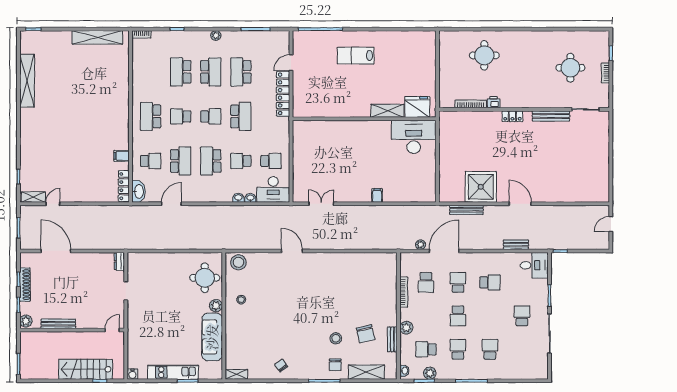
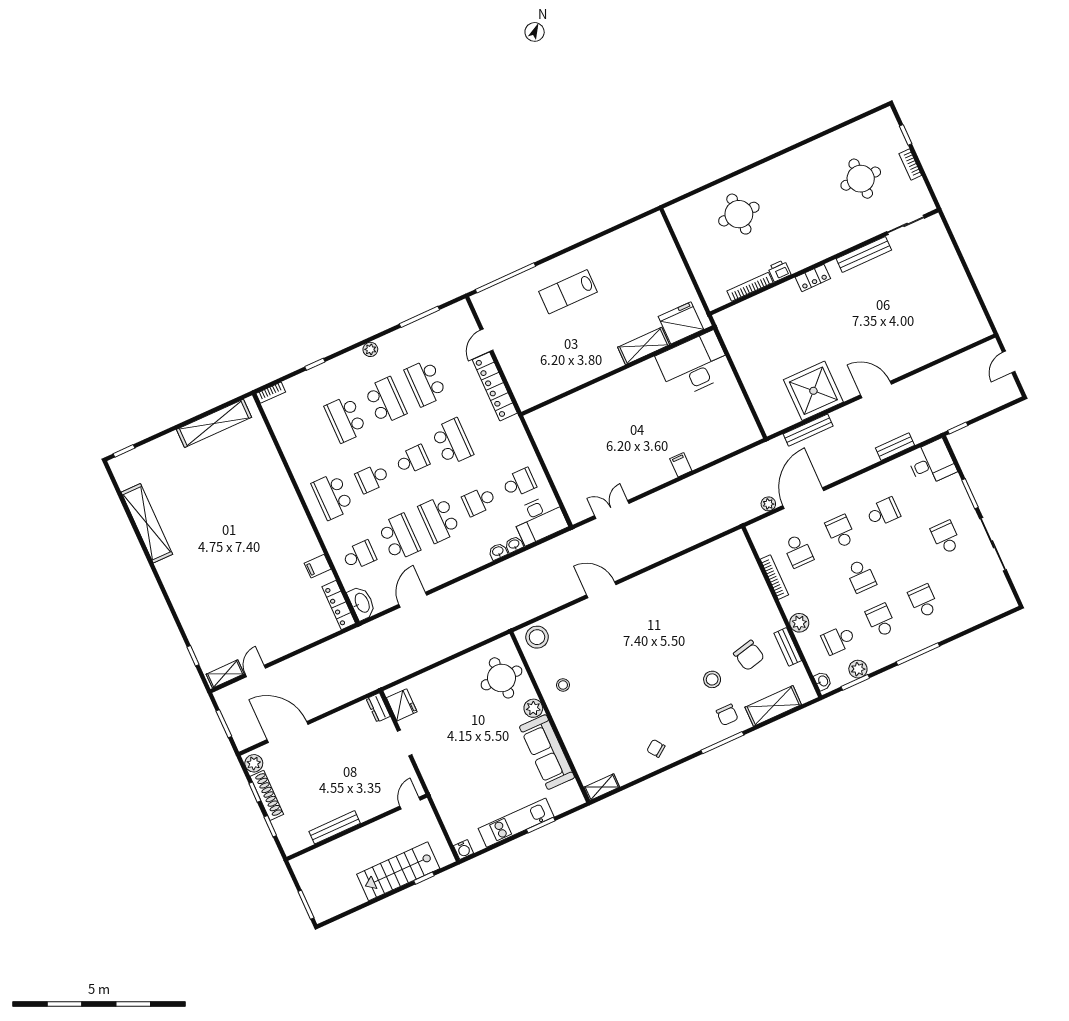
fridge: (135, 266) -> (402, 705), added
plant: (26, 321) -> (254, 763), moved

